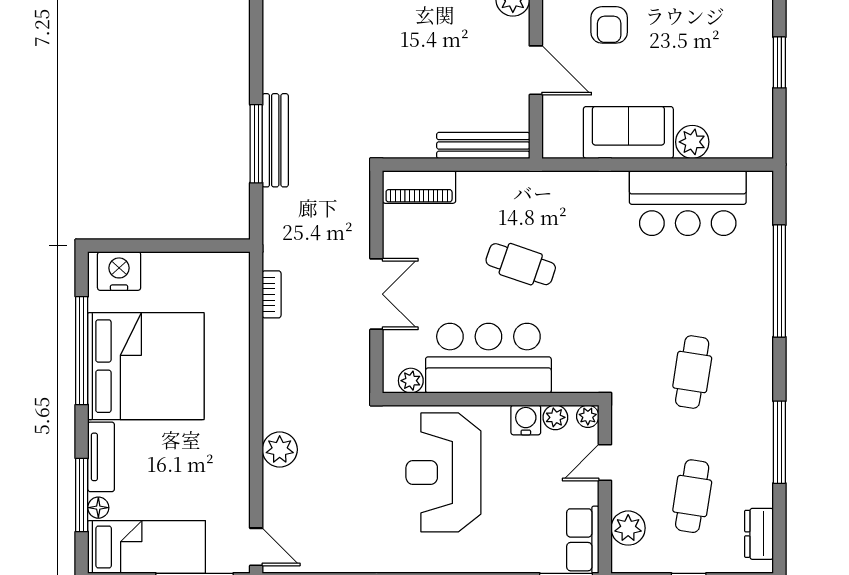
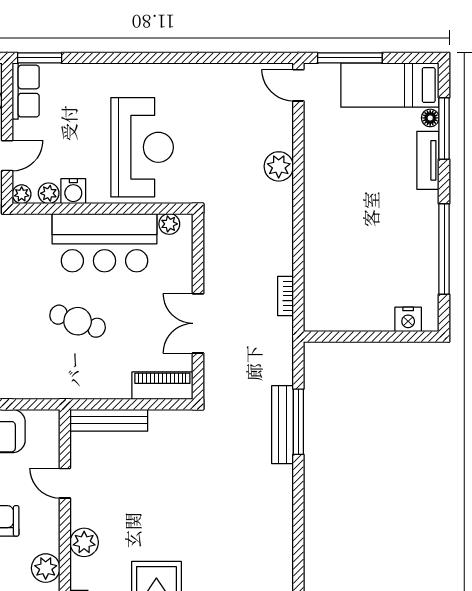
door: (536, 70) -> (65, 483), width x0.73
nightstand: (119, 271) -> (408, 319), width x0.74, depth x0.75
double door: (376, 294) -> (198, 323), moved
bed: (146, 366) -> (390, 236), removed

